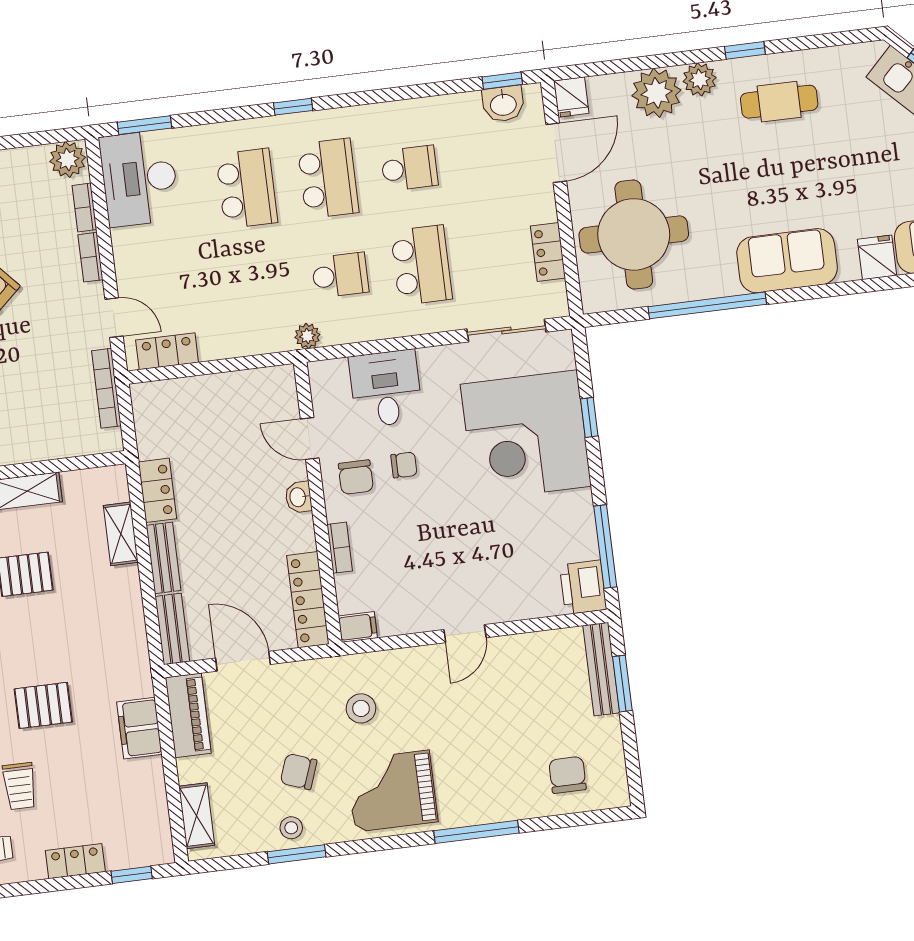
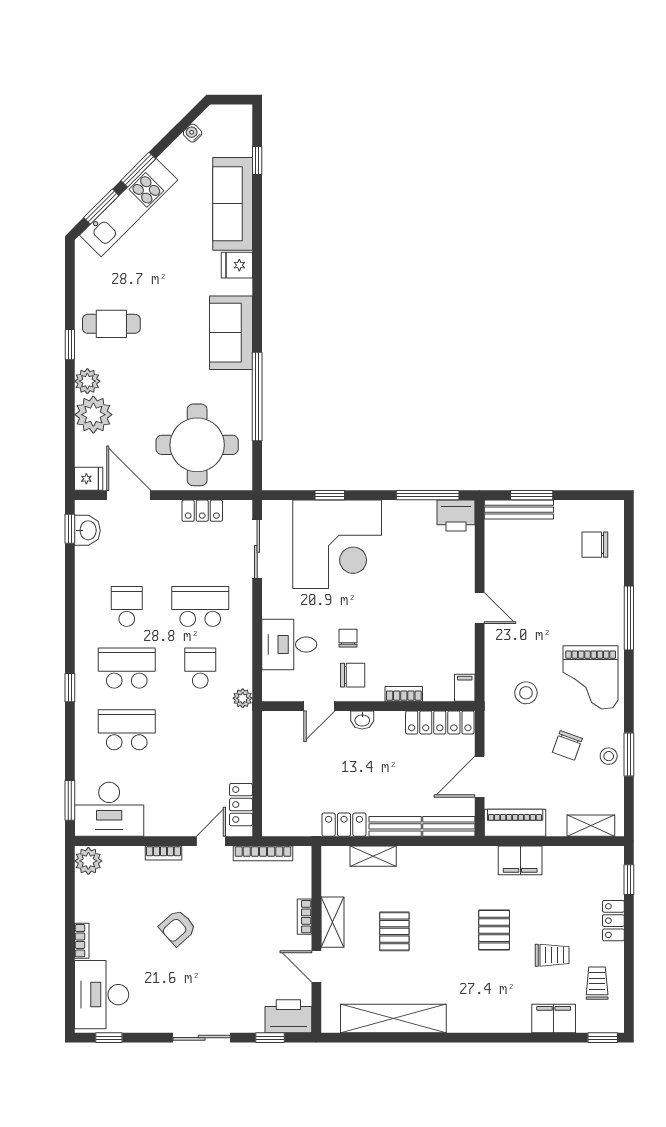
cafe table: (779, 102) -> (111, 324), turned 90
bookcase: (84, 207) -> (304, 917), moved, turned 90

